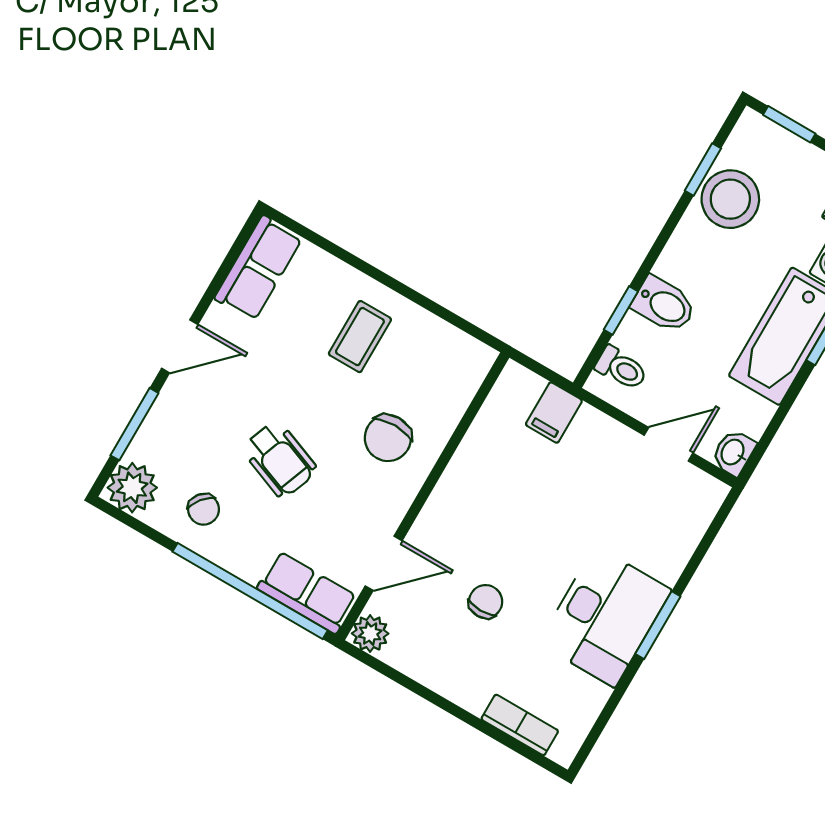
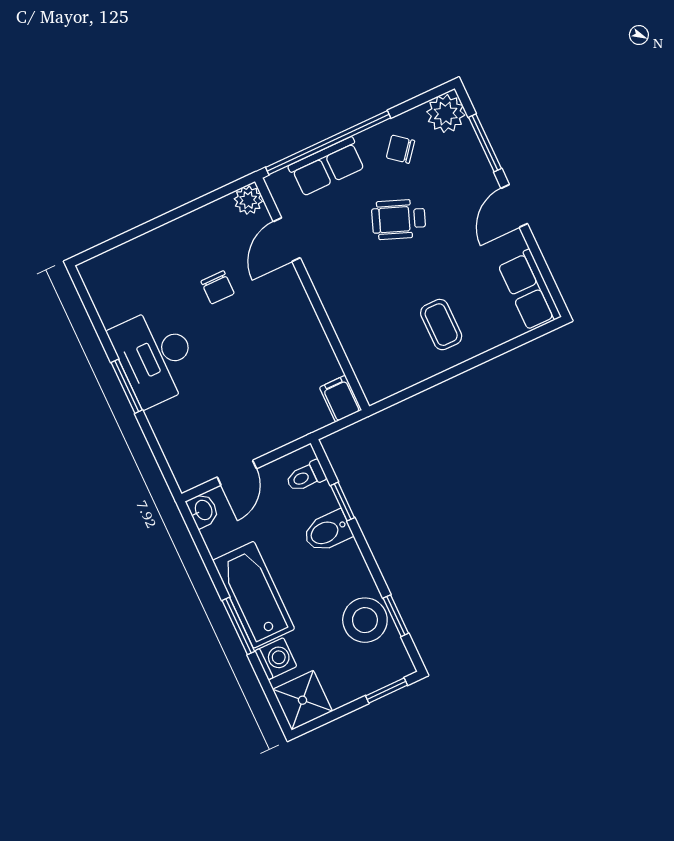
filing cabinet: (554, 413) -> (340, 399), moved
chair: (388, 438) -> (364, 298), removed
row of seats: (307, 593) -> (327, 167), moved
bookcase: (520, 725) -> (124, 255), removed

